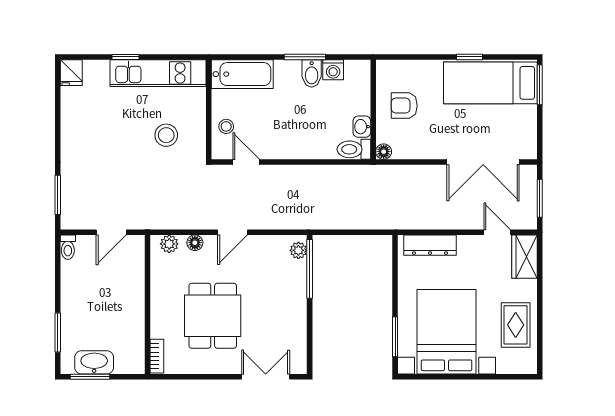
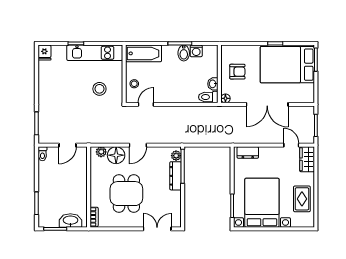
bed: (490, 83) -> (287, 65), width x1.50
armchair: (404, 106) -> (237, 72), turned 180
door: (246, 162) -> (146, 104), hinge flipped
double door: (483, 162) -> (267, 104), moved
floor lamp: (195, 243) -> (116, 155), width x1.89, depth x1.89
dresser: (430, 245) -> (248, 153), width x0.70
dresser: (297, 285) -> (175, 176), added
washbasin: (94, 362) -> (70, 221), moved

